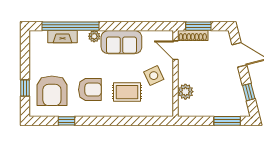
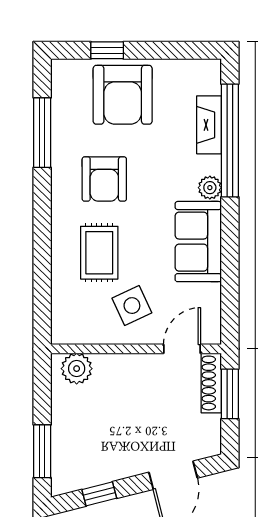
armchair: (52, 91) -> (123, 95), moved, turned -90
plant: (185, 92) -> (77, 369), moved
window: (67, 121) -> (42, 133), width x2.17

